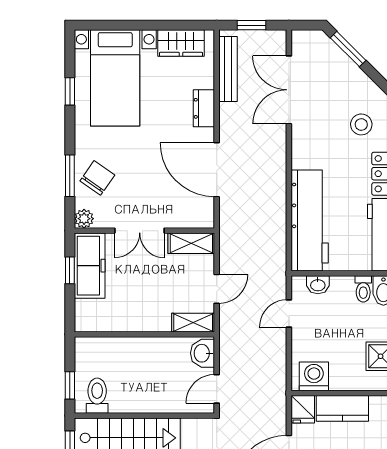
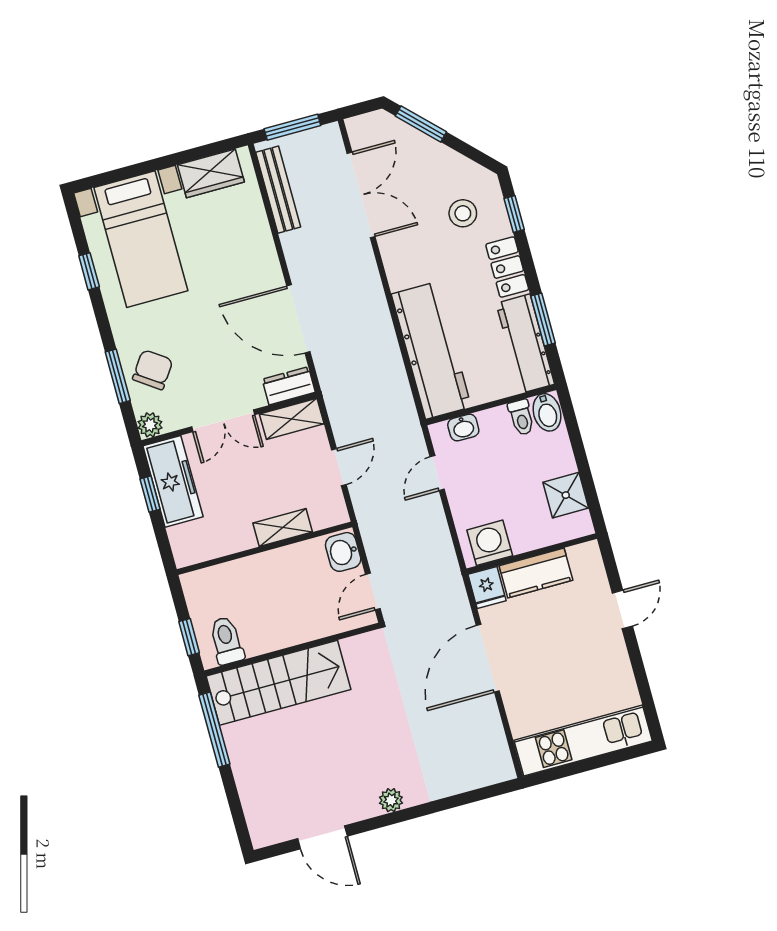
window: (251, 25) -> (292, 127), width x1.50
double door: (289, 90) -> (361, 195), swing flipped
dresser: (204, 108) -> (289, 386), moved, turned 90
shelving: (193, 323) -> (283, 528), moved

